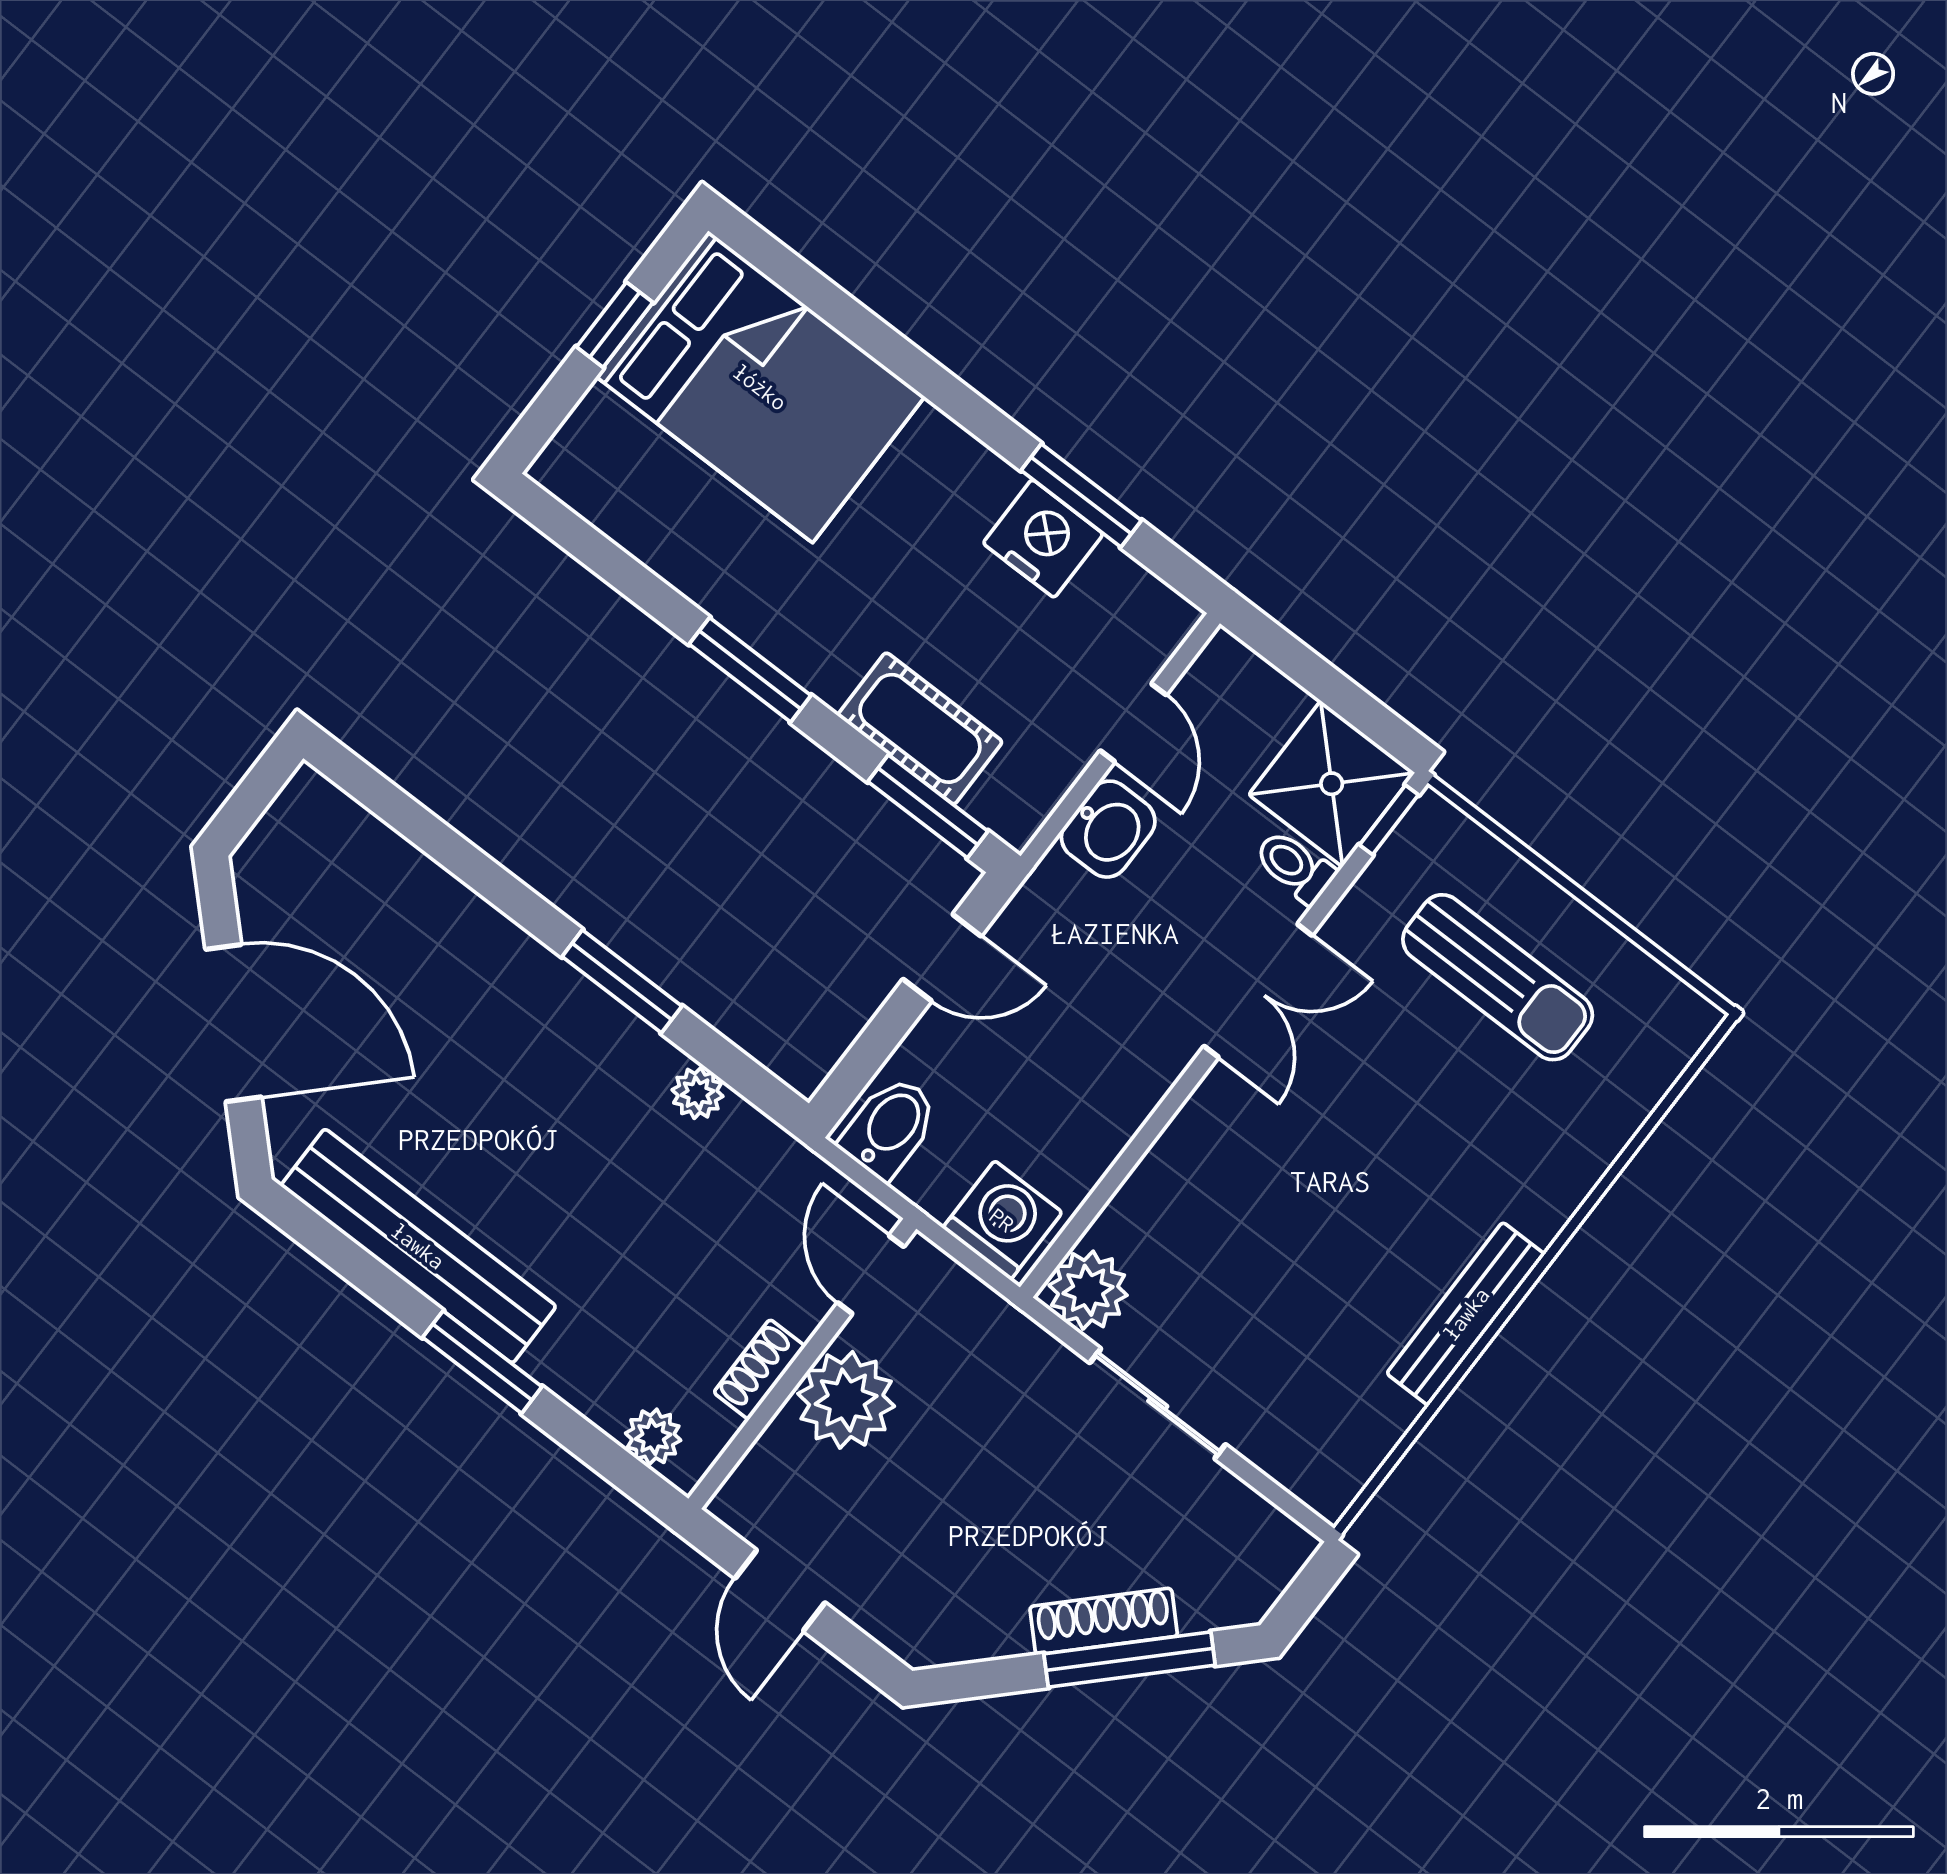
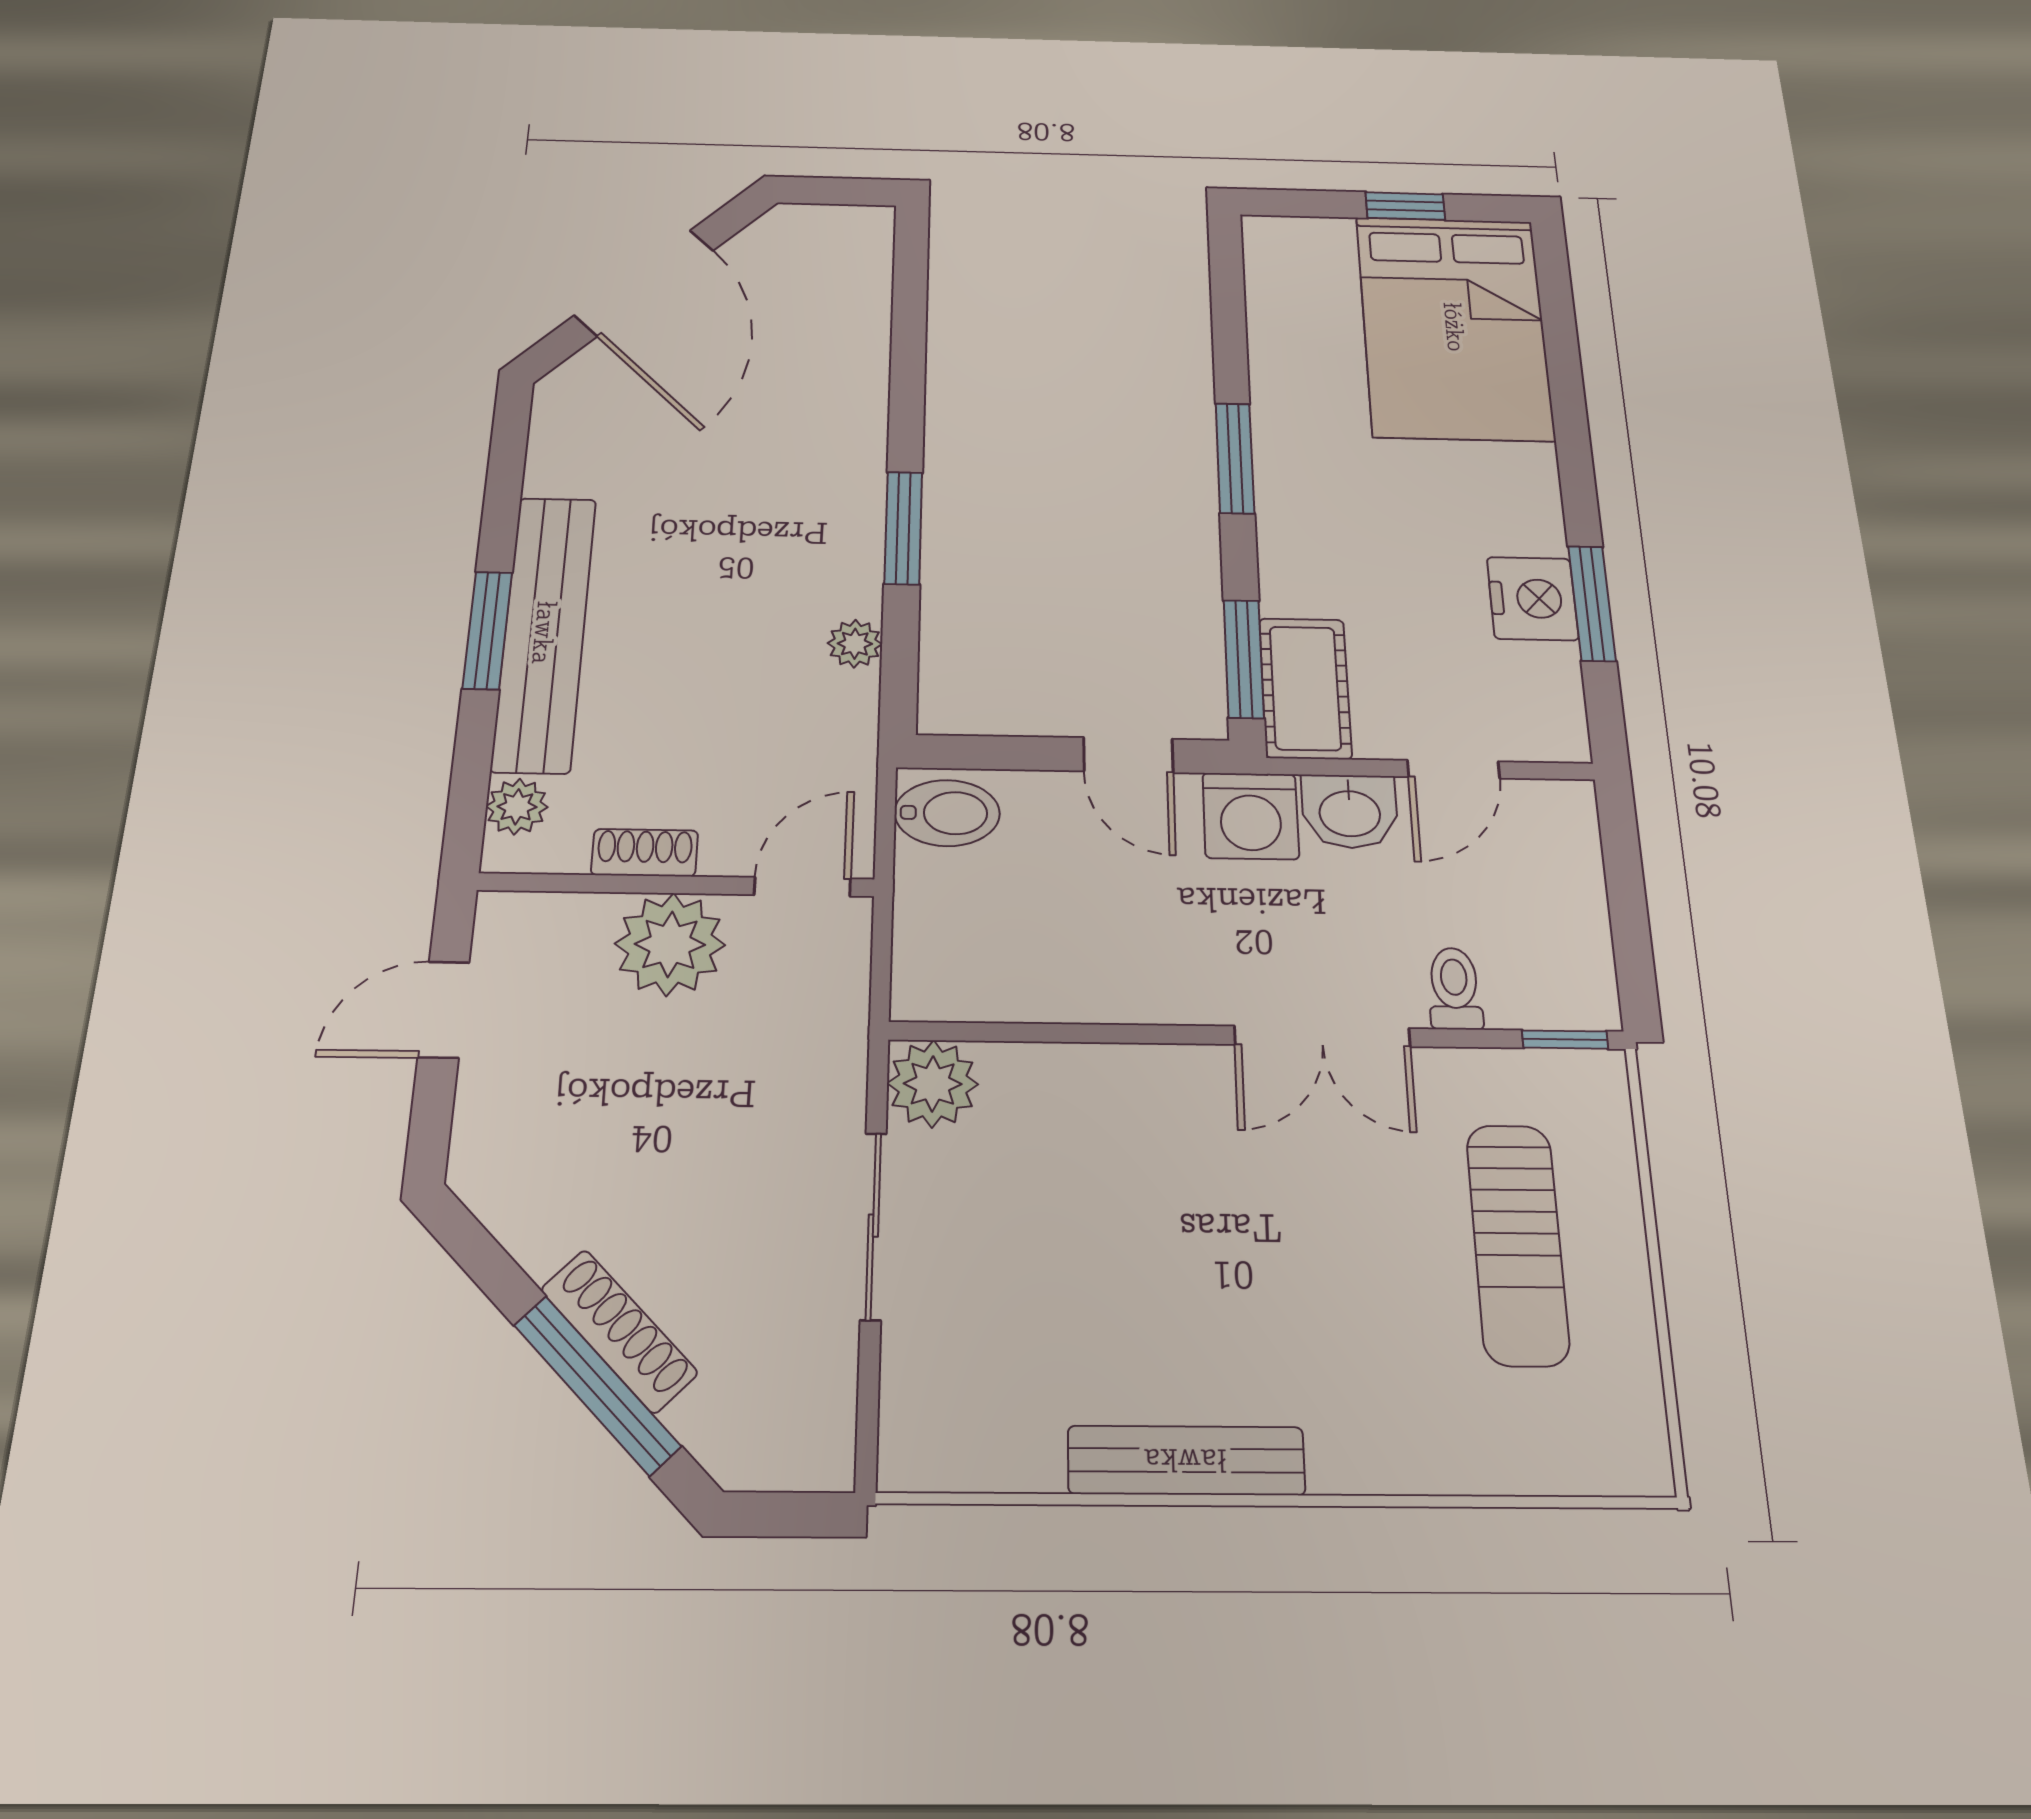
cot: (920, 728) -> (1305, 688), moved
shower: (1332, 784) -> (1551, 967), removed
washing machine: (1002, 1220) -> (1251, 816), moved, turned 90
bench: (418, 1246) -> (544, 632), moved

